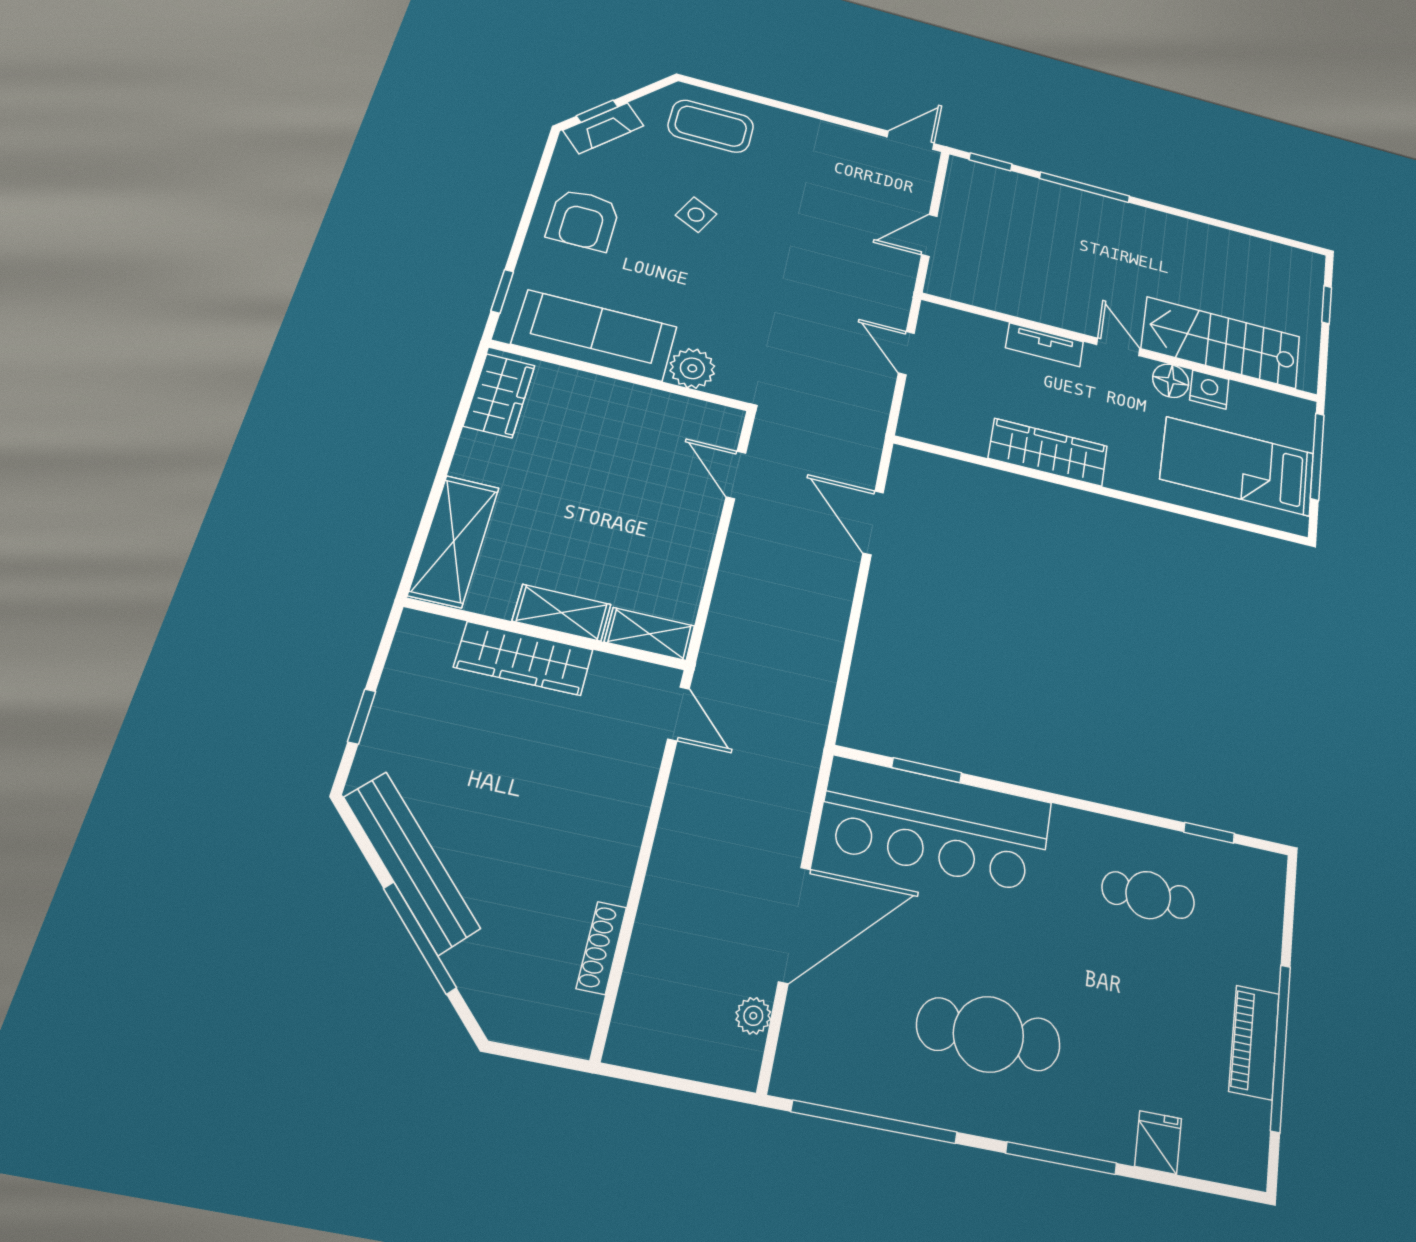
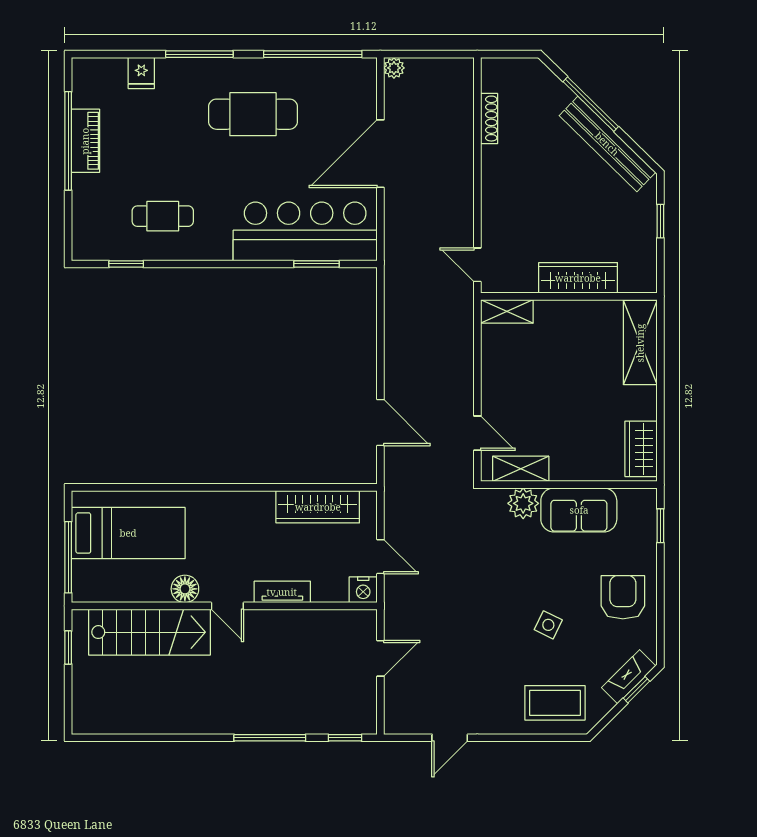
door: (911, 140) -> (450, 738), moved
window: (1327, 305) -> (68, 647), moved
sofa: (595, 335) -> (579, 510), width x0.73
nightstand: (1209, 390) -> (363, 590), moved
wardrobe: (1048, 452) -> (318, 507), moved
shelving: (562, 613) -> (521, 469), moved
plant: (753, 1016) -> (394, 68), moved

